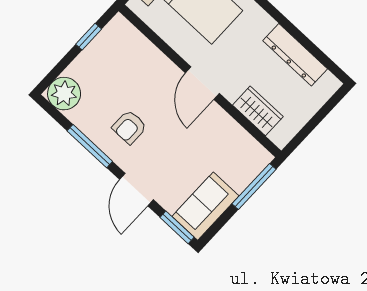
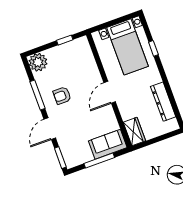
wardrobe: (258, 111) -> (134, 132), moved
window: (254, 186) -> (99, 160), moved
sofa: (205, 206) -> (108, 144), moved

